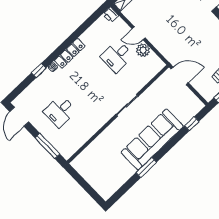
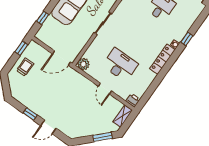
door: (139, 33) -> (105, 89), swing flipped
plant: (143, 50) -> (83, 64), moved
desk: (117, 56) -> (120, 65), width x1.37

